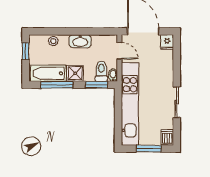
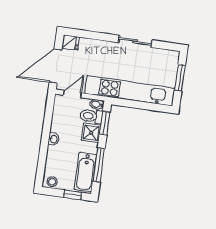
stool: (53, 41) -> (52, 182), moved
washbasin: (80, 41) -> (54, 139), width x0.52, depth x0.69
window: (26, 51) -> (73, 195), moved
shower: (75, 73) -> (91, 133), moved
dishwasher: (167, 137) -> (171, 57), removed

